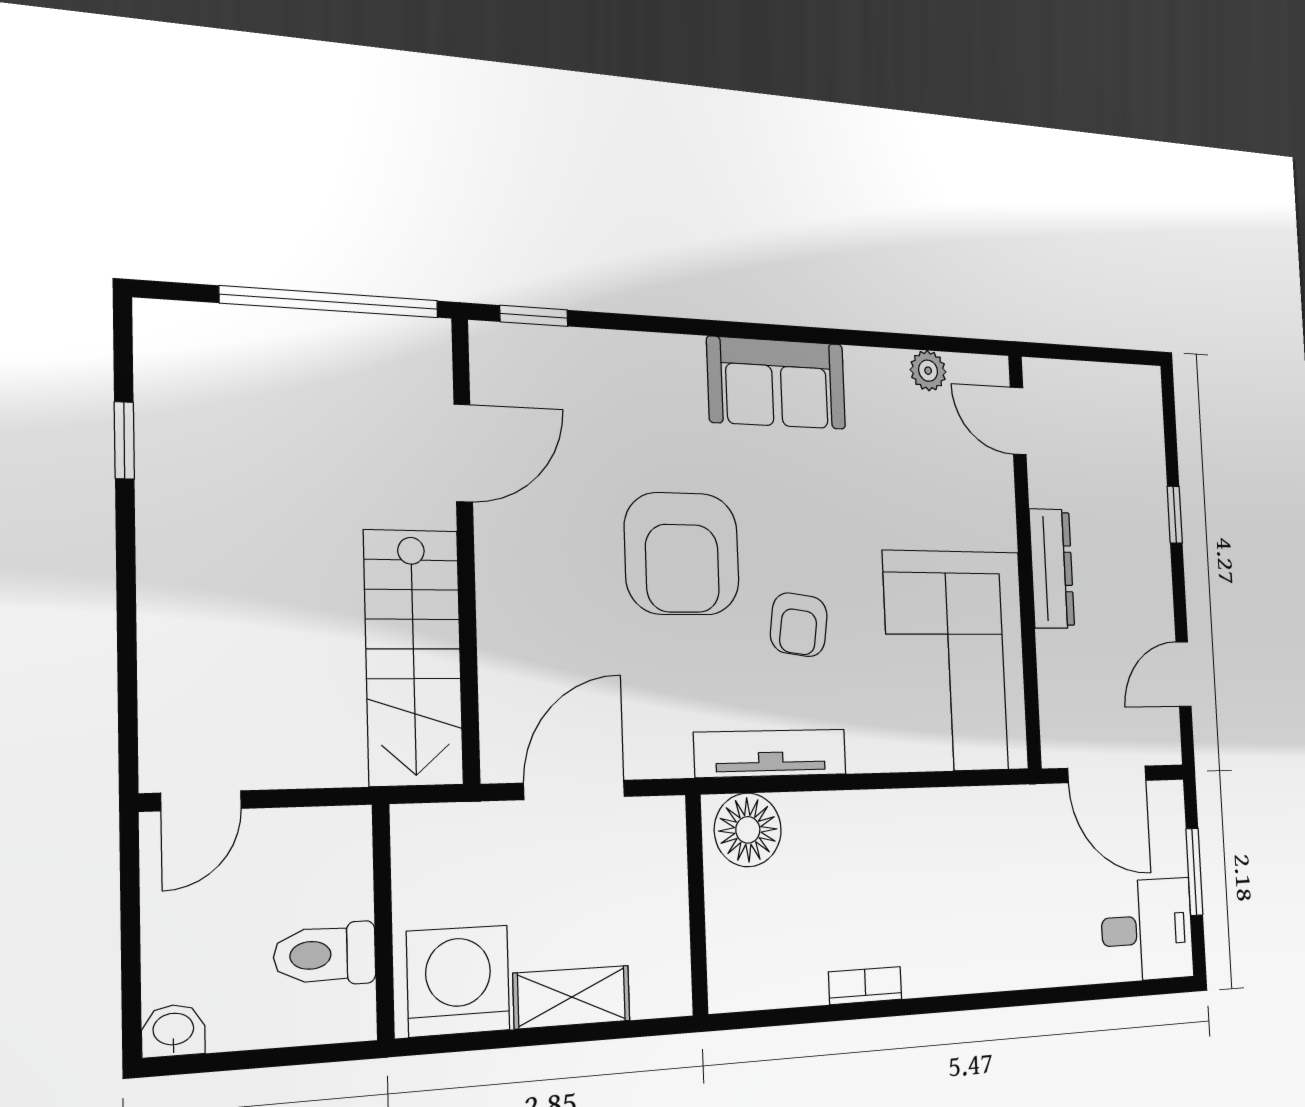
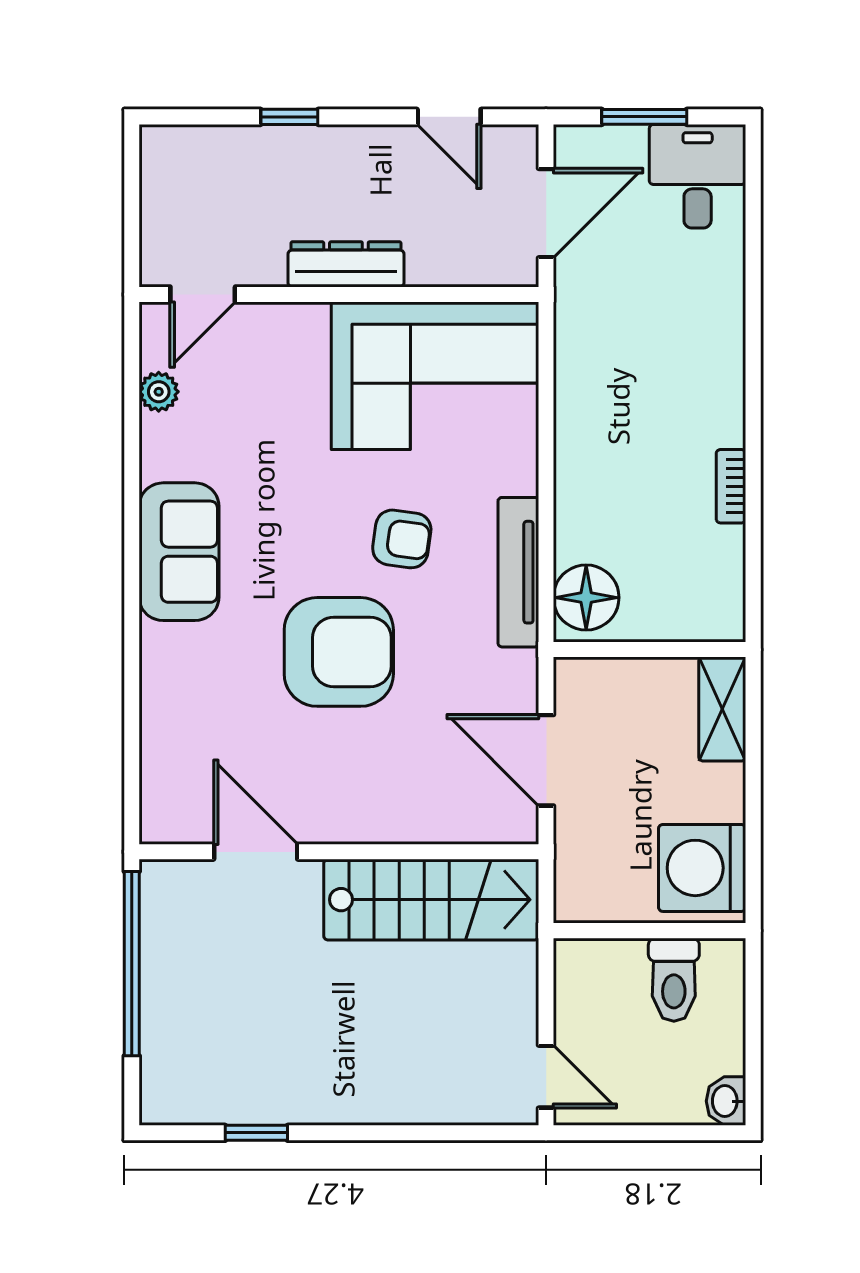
window: (534, 316) -> (132, 784), removed
shelving: (572, 997) -> (722, 709), moved

